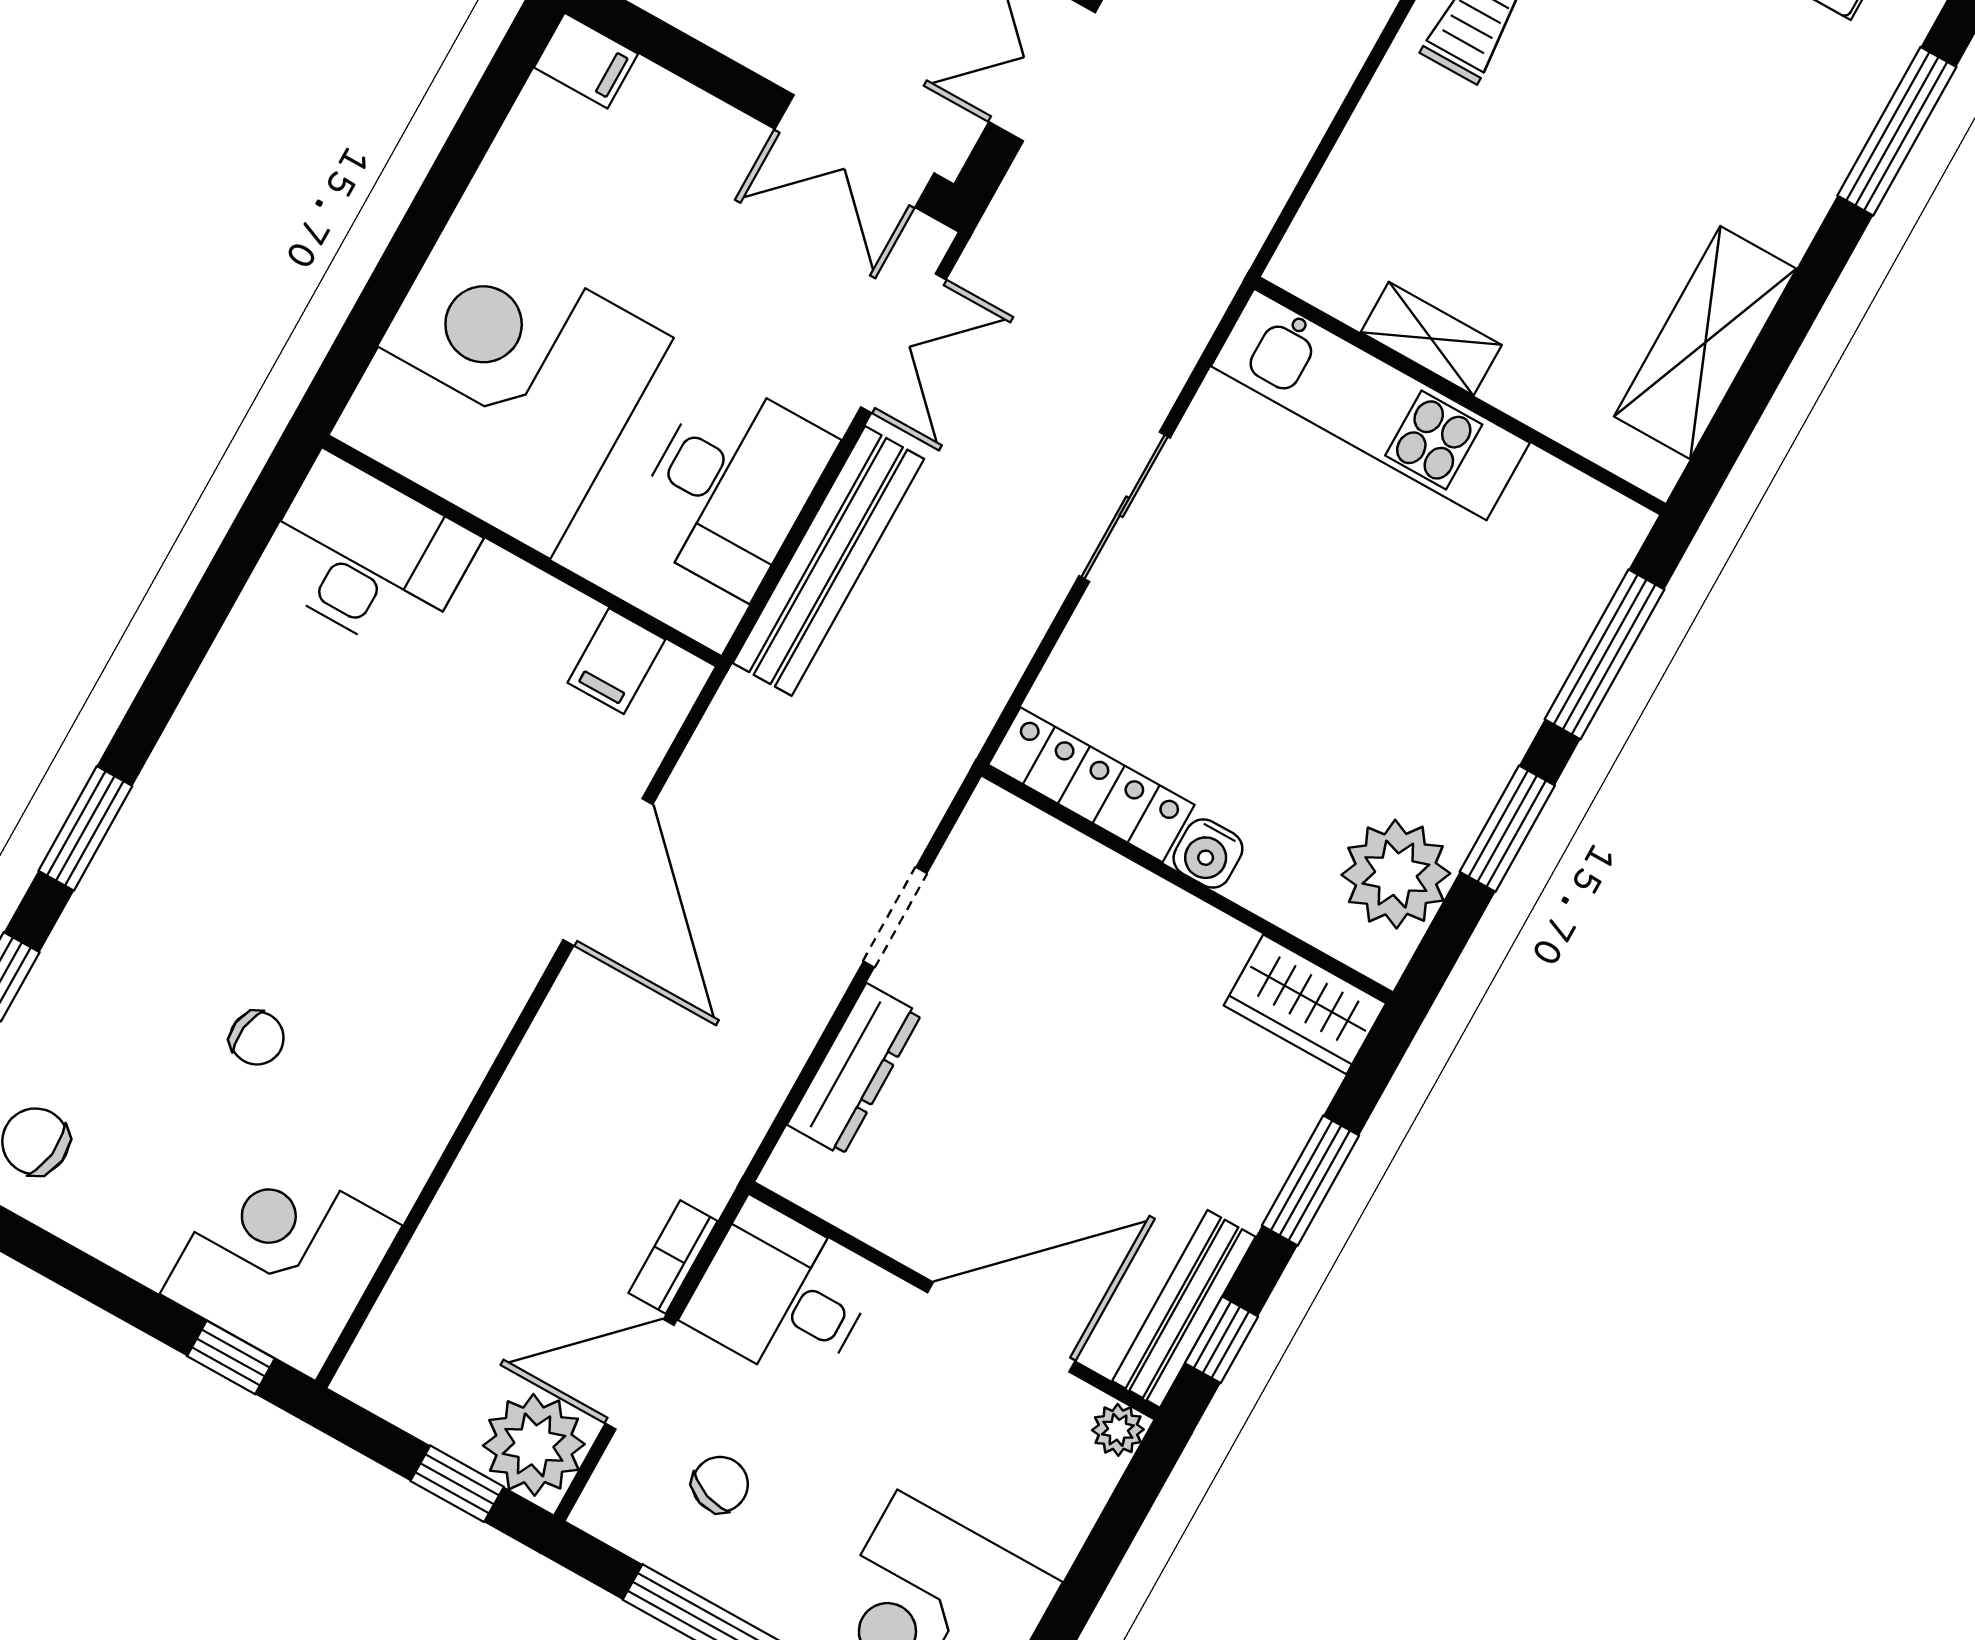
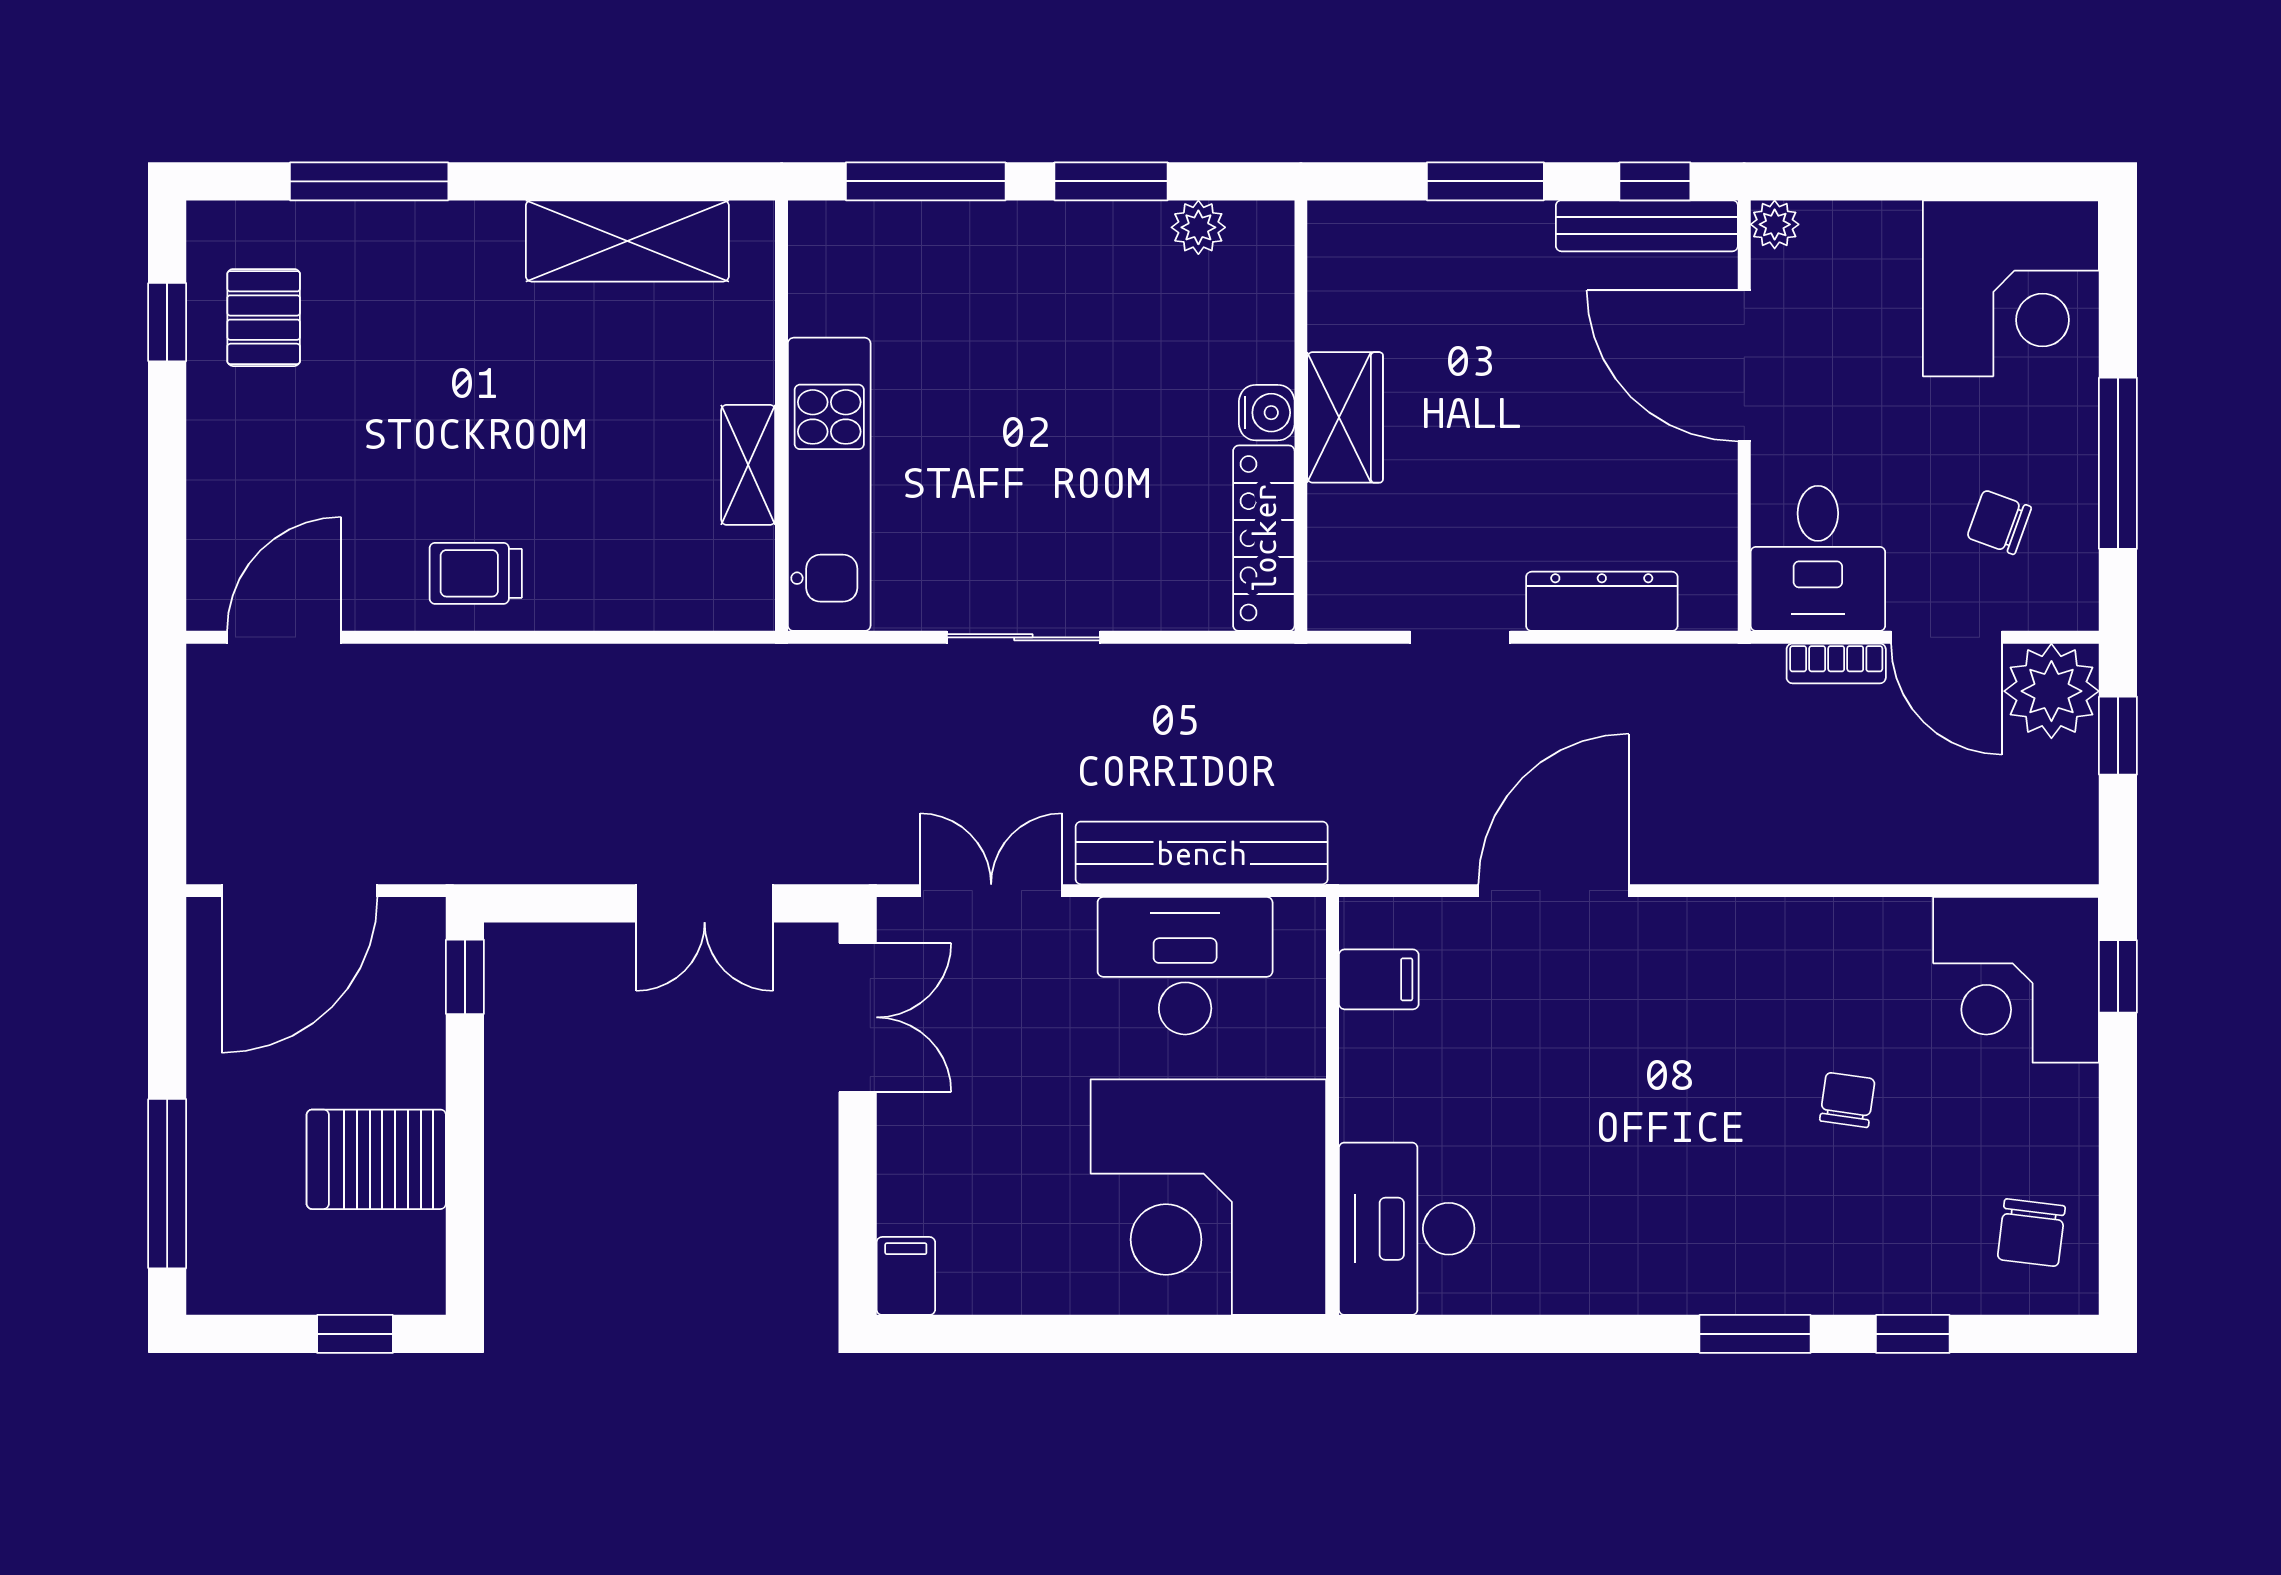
plant: (1396, 874) -> (1198, 227), width x0.53, depth x0.53
wardrobe: (1305, 1004) -> (1345, 417), moved

